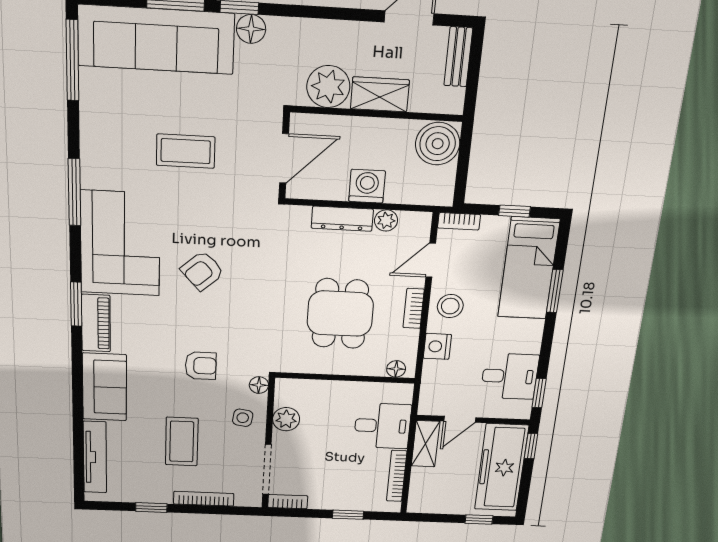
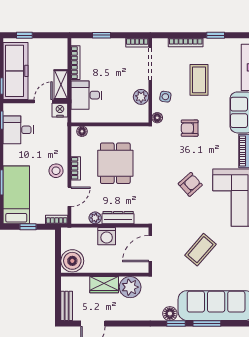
coffee table: (186, 151) -> (200, 250), turned -49
nightstand: (437, 346) -> (60, 110), moved, turned -90

